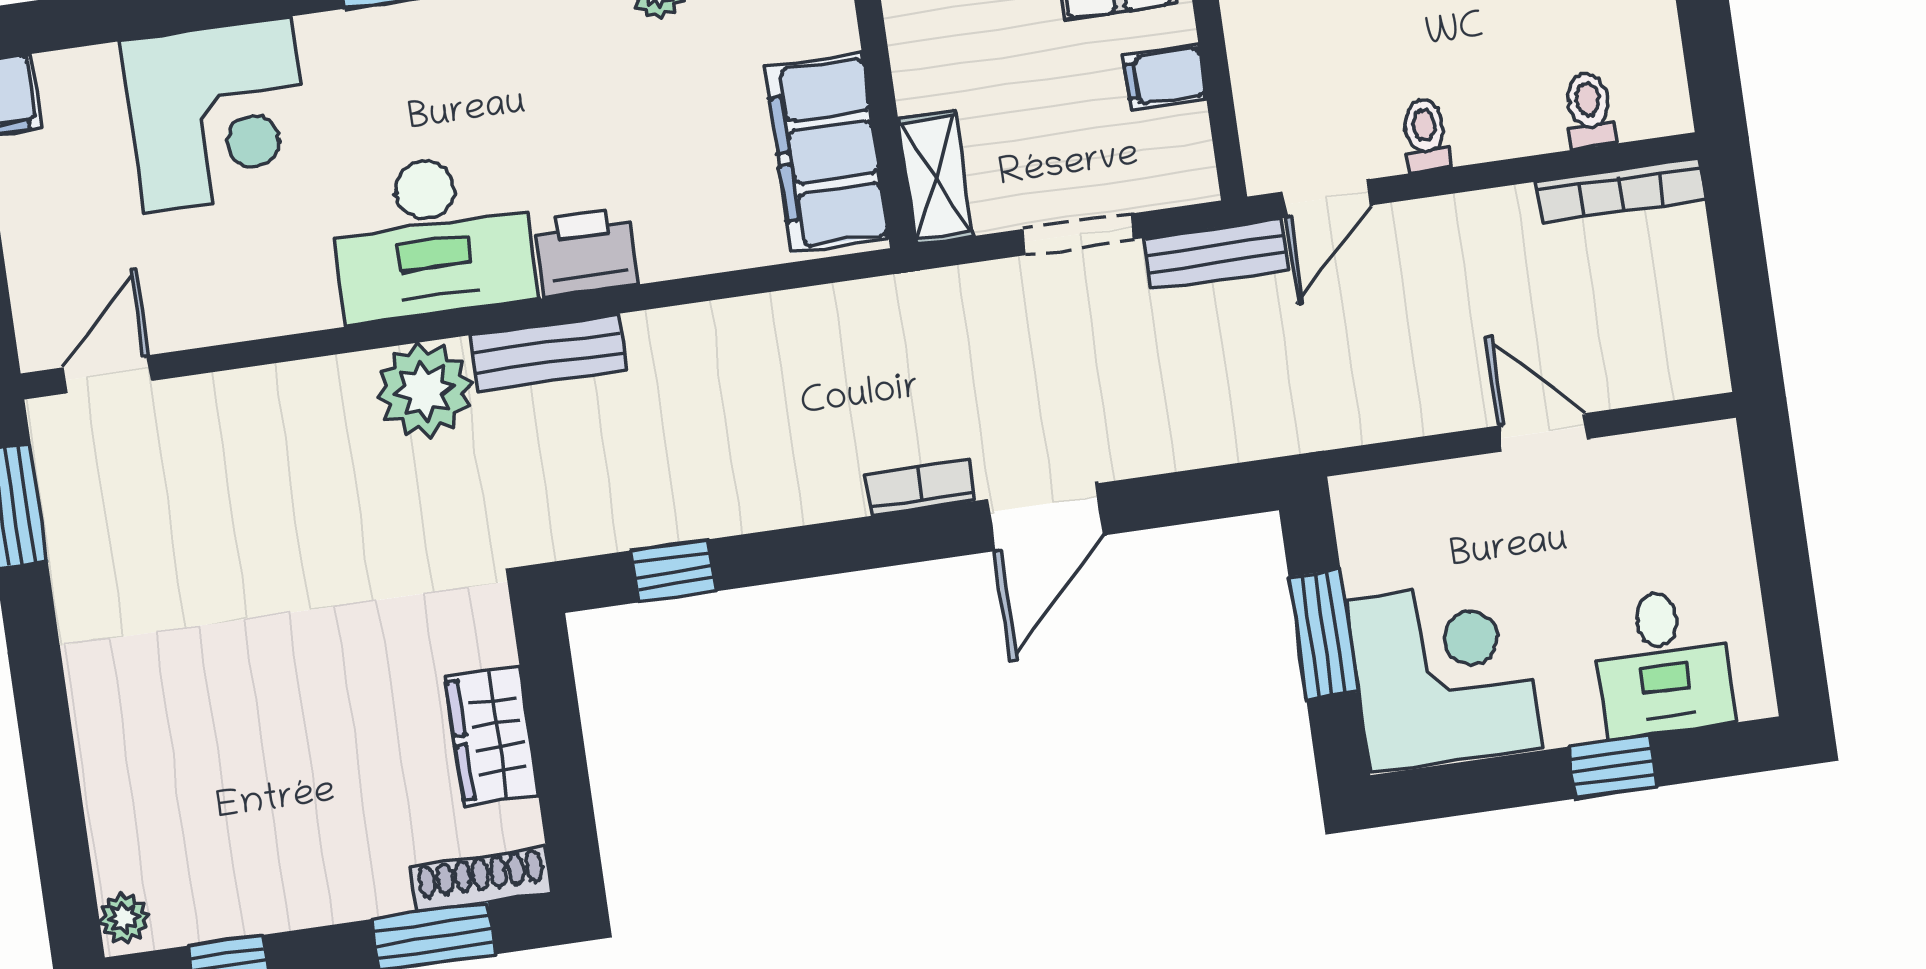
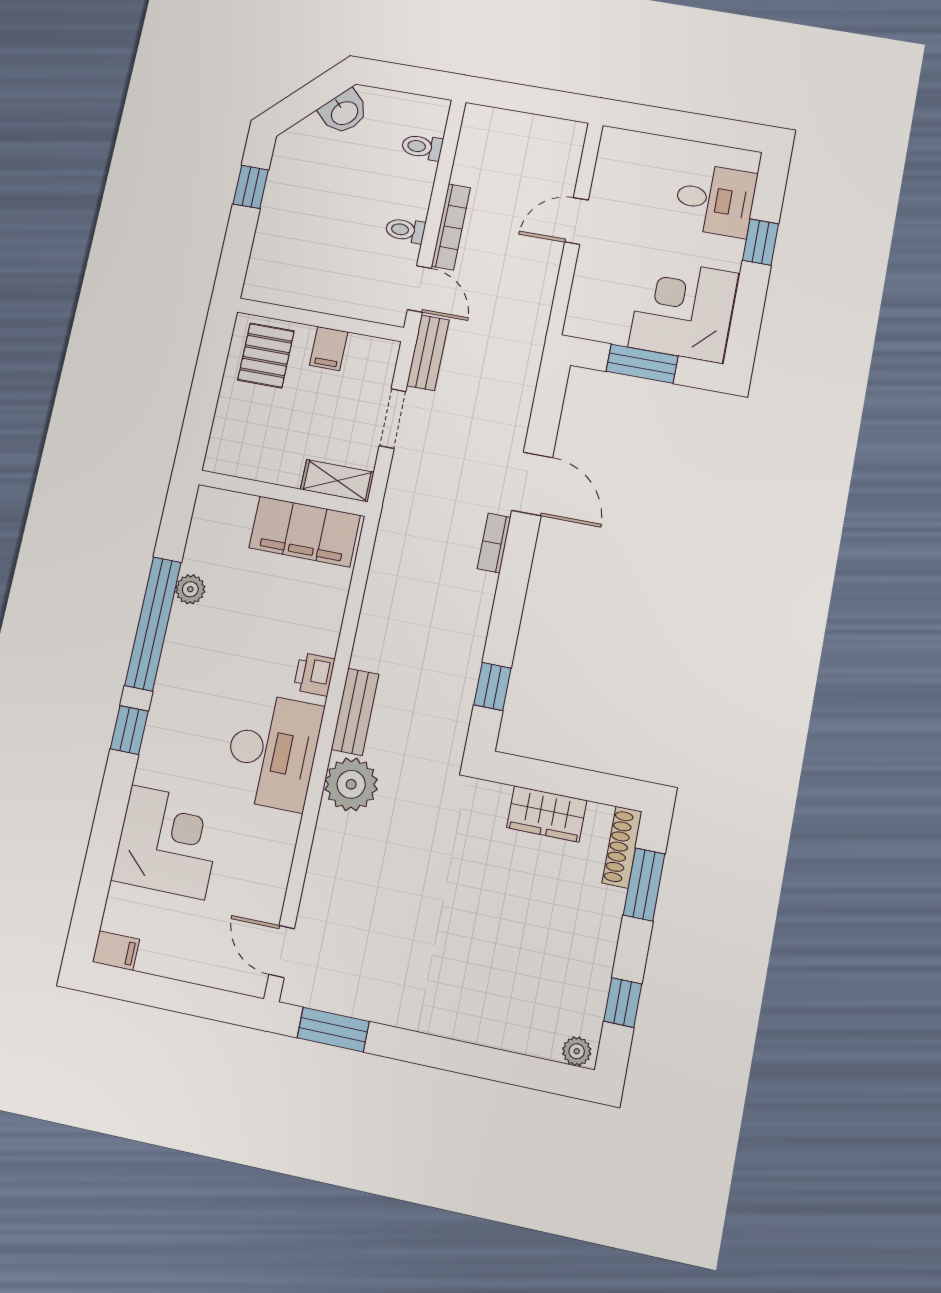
bookcase: (1621, 191) -> (451, 227), moved
printer: (586, 252) -> (314, 674), width x0.73, depth x0.81

